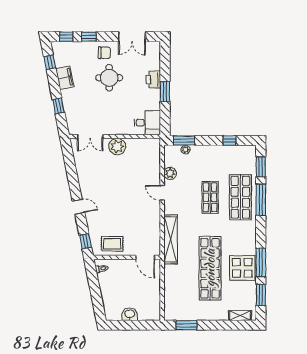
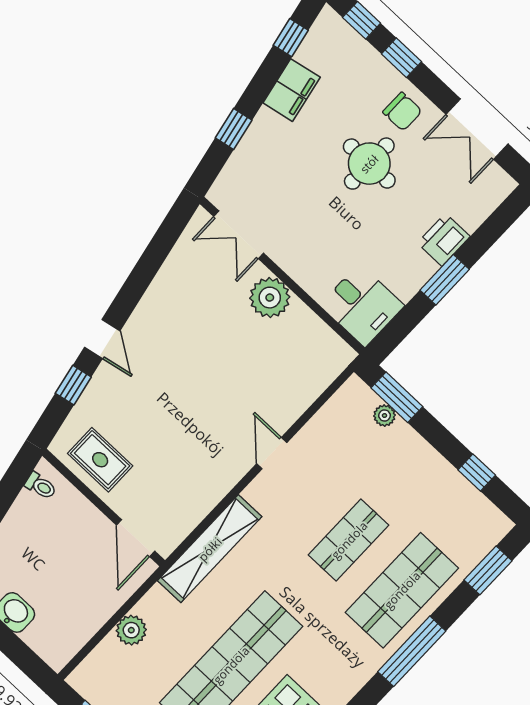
plant: (170, 173) -> (131, 630), moved
window: (261, 200) -> (412, 651), moved
window: (85, 241) -> (73, 385), moved

